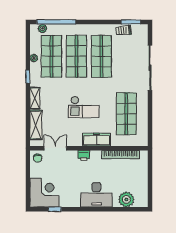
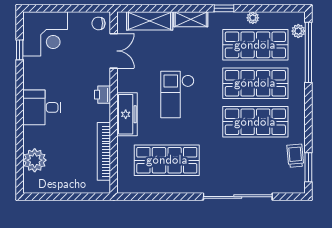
desk: (96, 195) -> (42, 107), width x0.73

